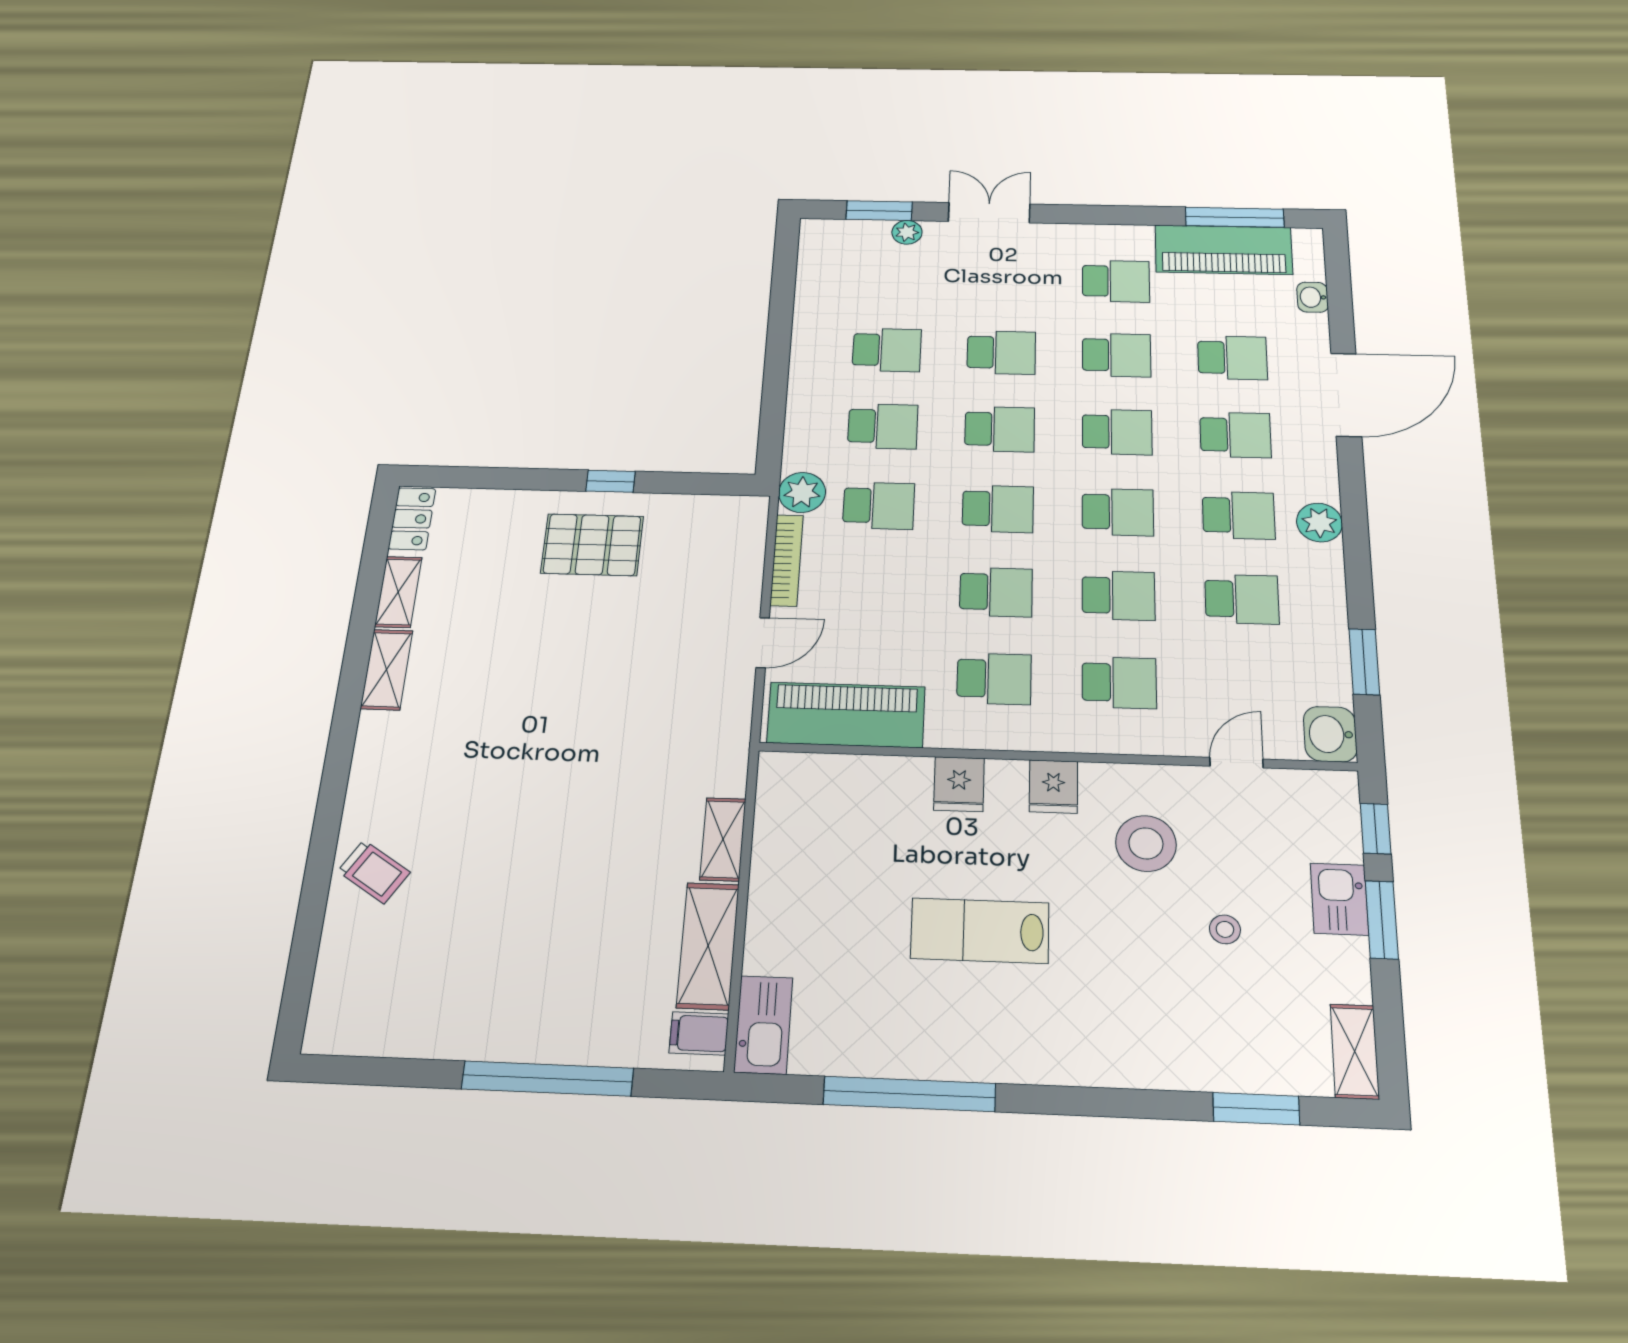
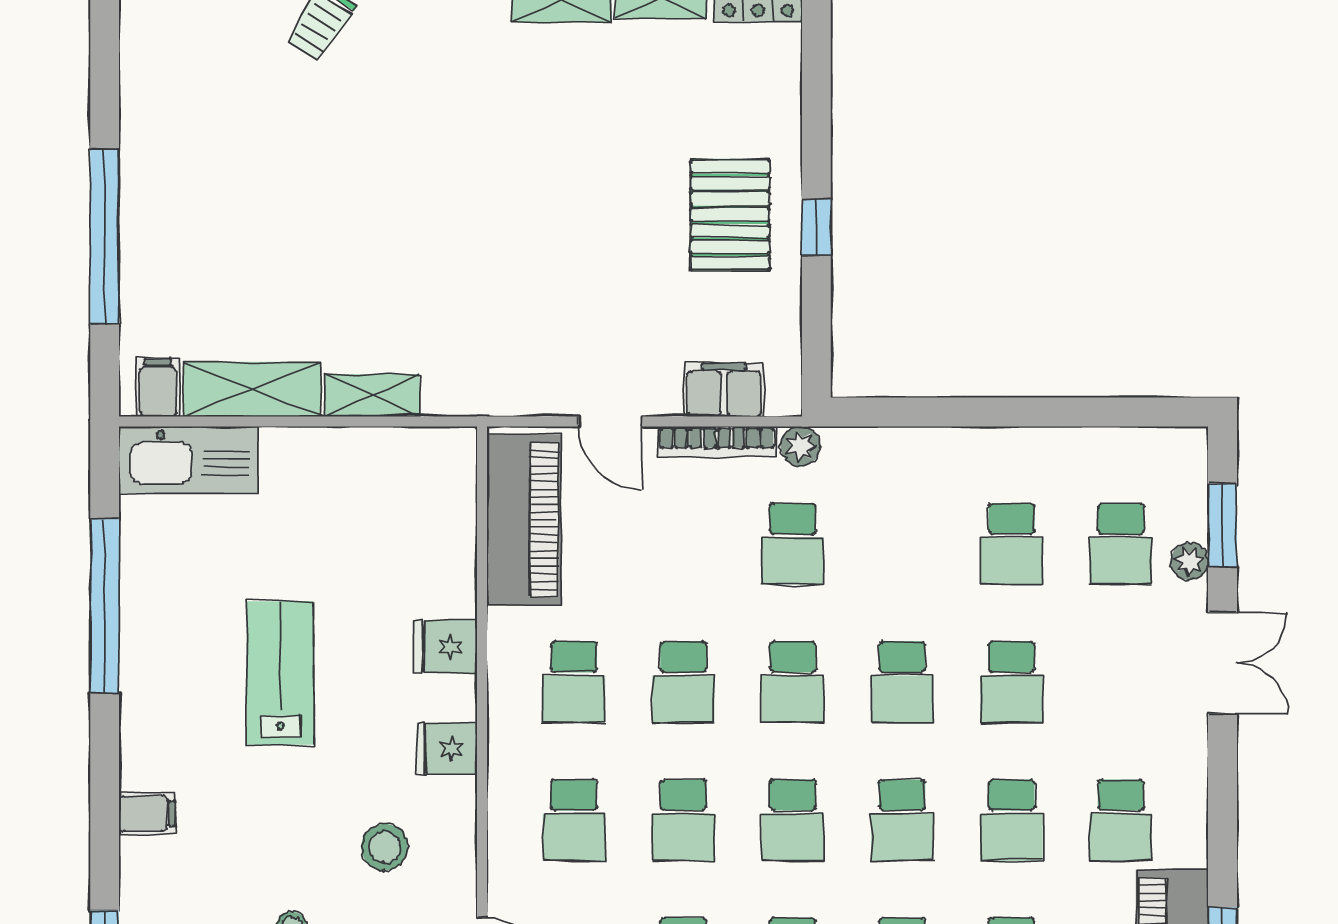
school desk: (883, 426) -> (1121, 544), moved
plant: (802, 492) -> (800, 446), width x0.73, depth x0.73
filing cabinet: (742, 553) -> (724, 390), added
stool: (1146, 843) -> (385, 847), width x0.73, depth x0.73
kitchen sink: (763, 1025) -> (189, 460), width x1.36, depth x1.24
filing cabinet: (1116, 1061) -> (147, 814), added

